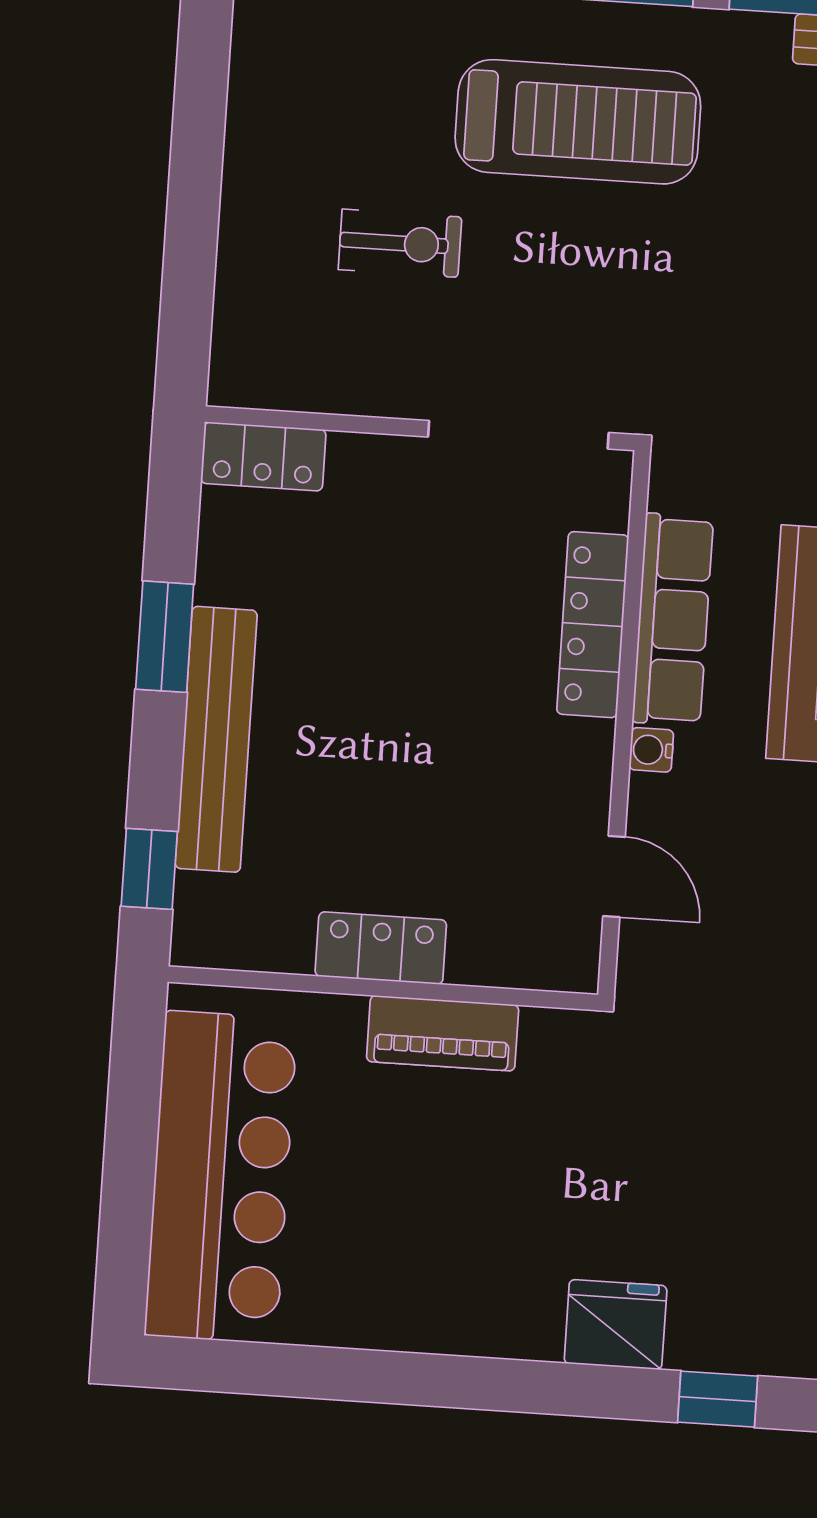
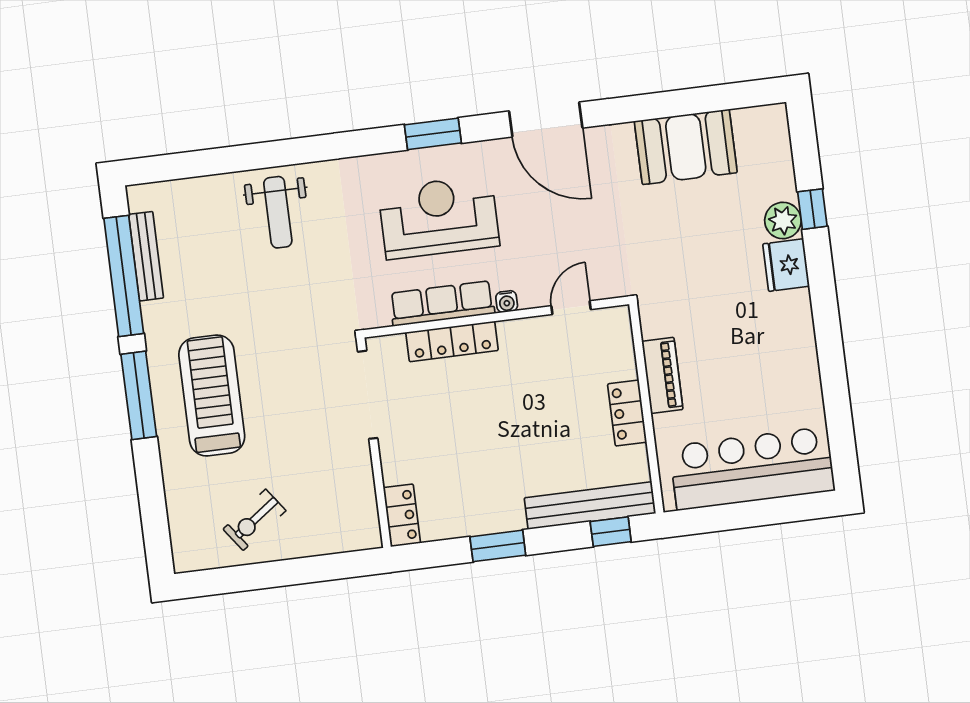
exercise bike: (400, 243) -> (254, 520), moved, turned -126
bench: (216, 739) -> (590, 506), moved
plant: (706, 1336) -> (783, 220), added

